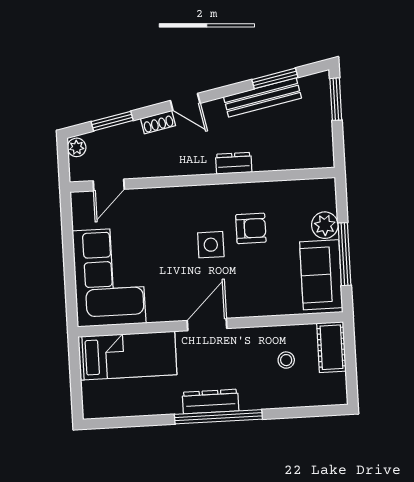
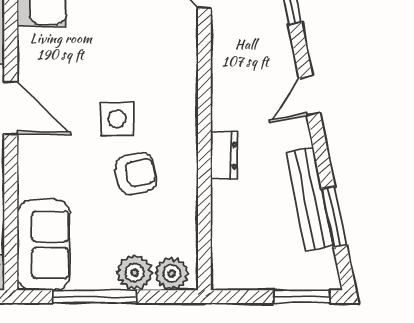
shoe rack: (158, 122) -> (285, 58), removed
plant: (324, 197) -> (172, 274), added
armchair: (251, 228) -> (136, 174), turned -101
sofa: (321, 275) -> (43, 245), moved, turned 90

